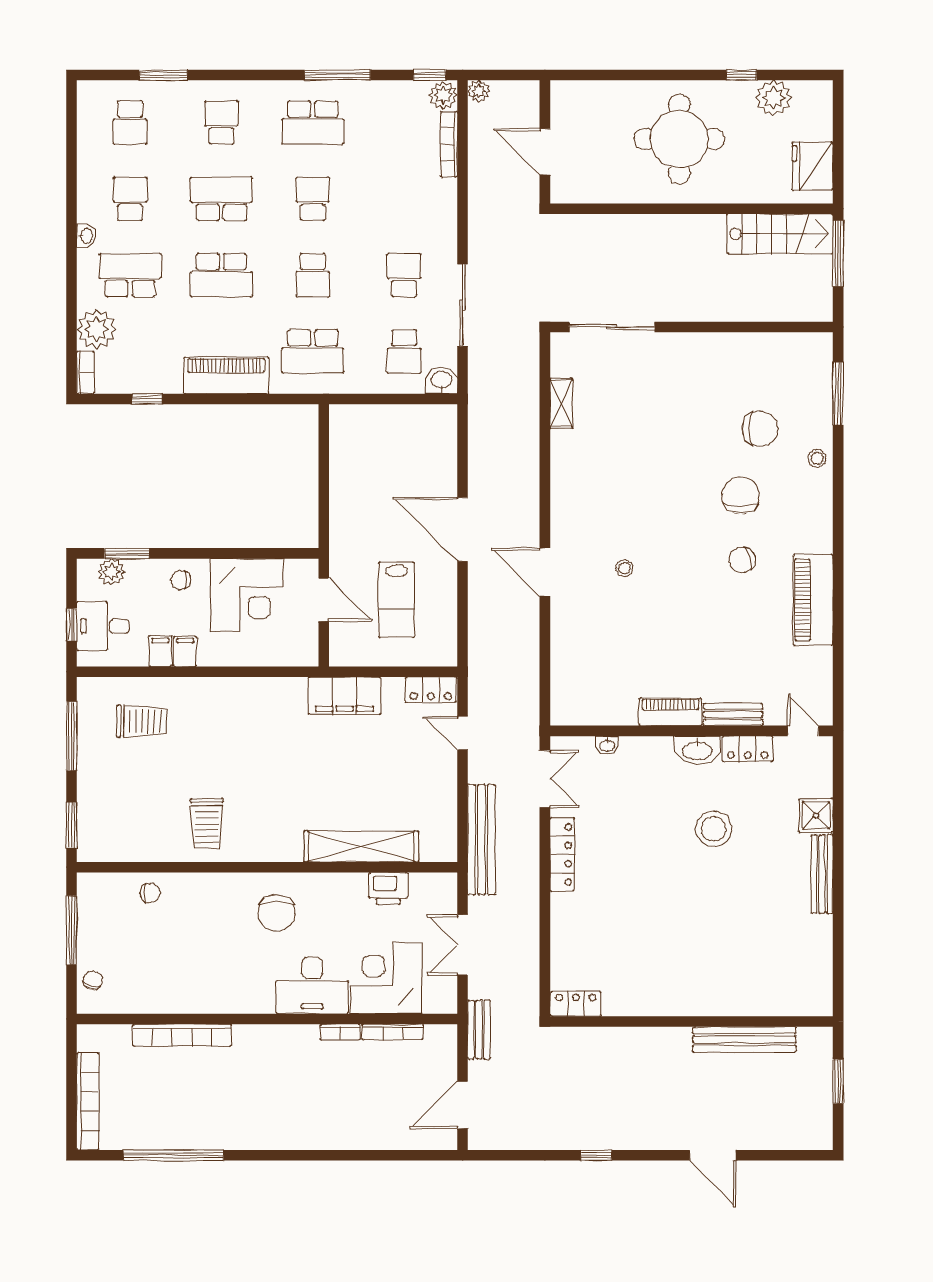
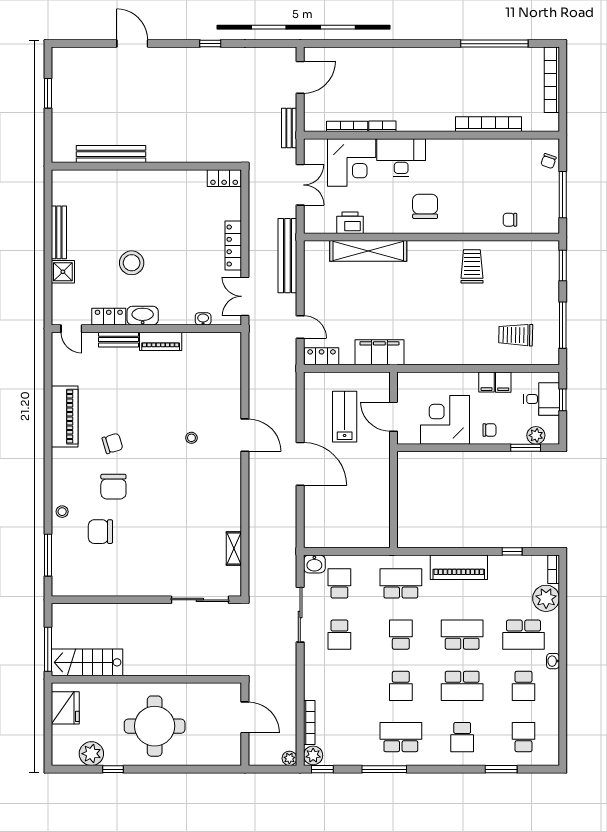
locker: (576, 1004) -> (224, 178), moved
wall: (691, 1022) -> (146, 166), moved
bench: (744, 1040) -> (111, 154), moved

